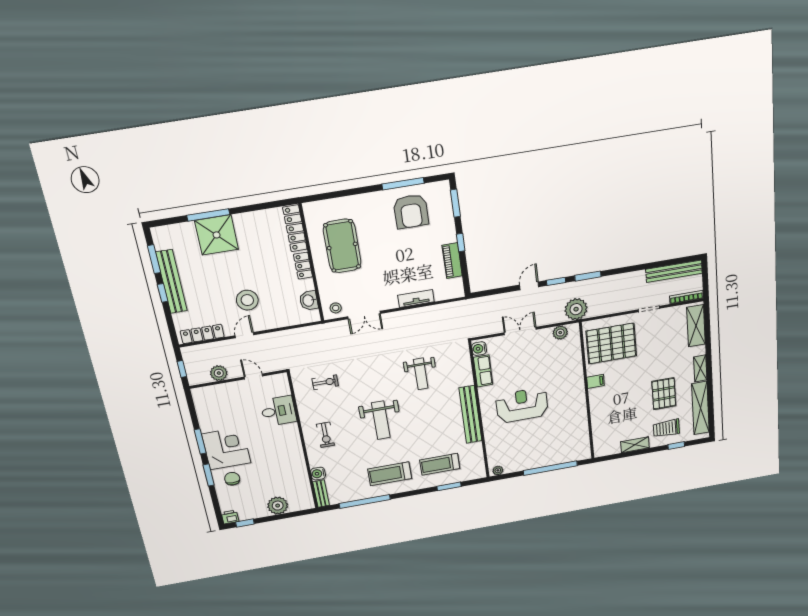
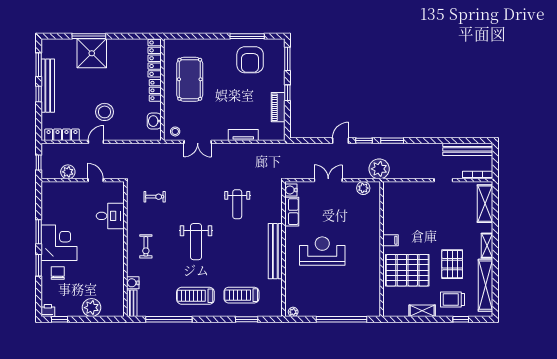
pallet: (611, 343) -> (407, 270), moved

